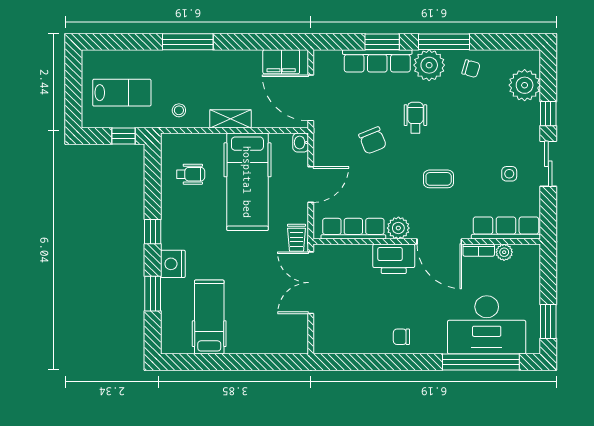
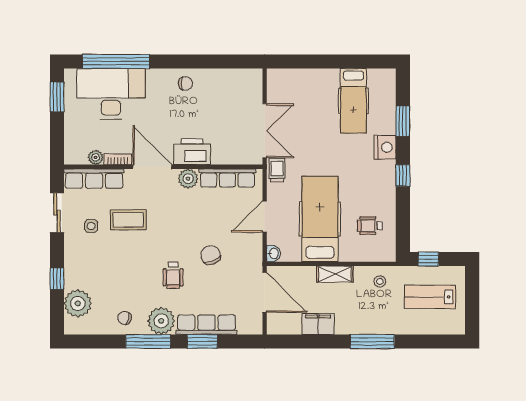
filing cabinet: (281, 62) -> (318, 324), moved
sliding door: (548, 164) -> (57, 213), moved
coffee table: (439, 179) -> (128, 220), moved, width x1.36, depth x1.30

